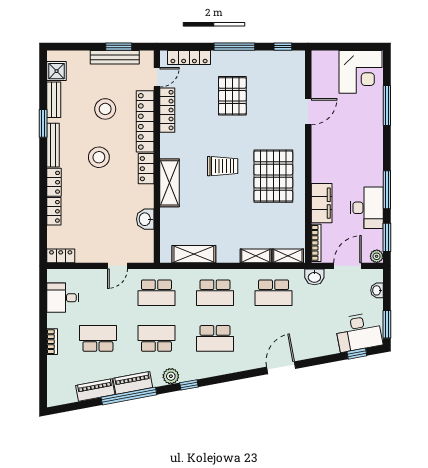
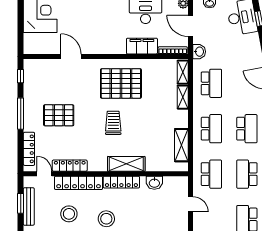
locker: (146, 169) -> (121, 182), width x1.53

